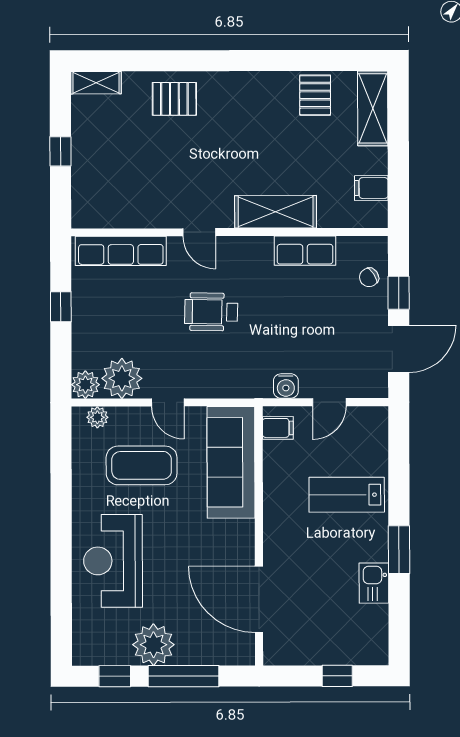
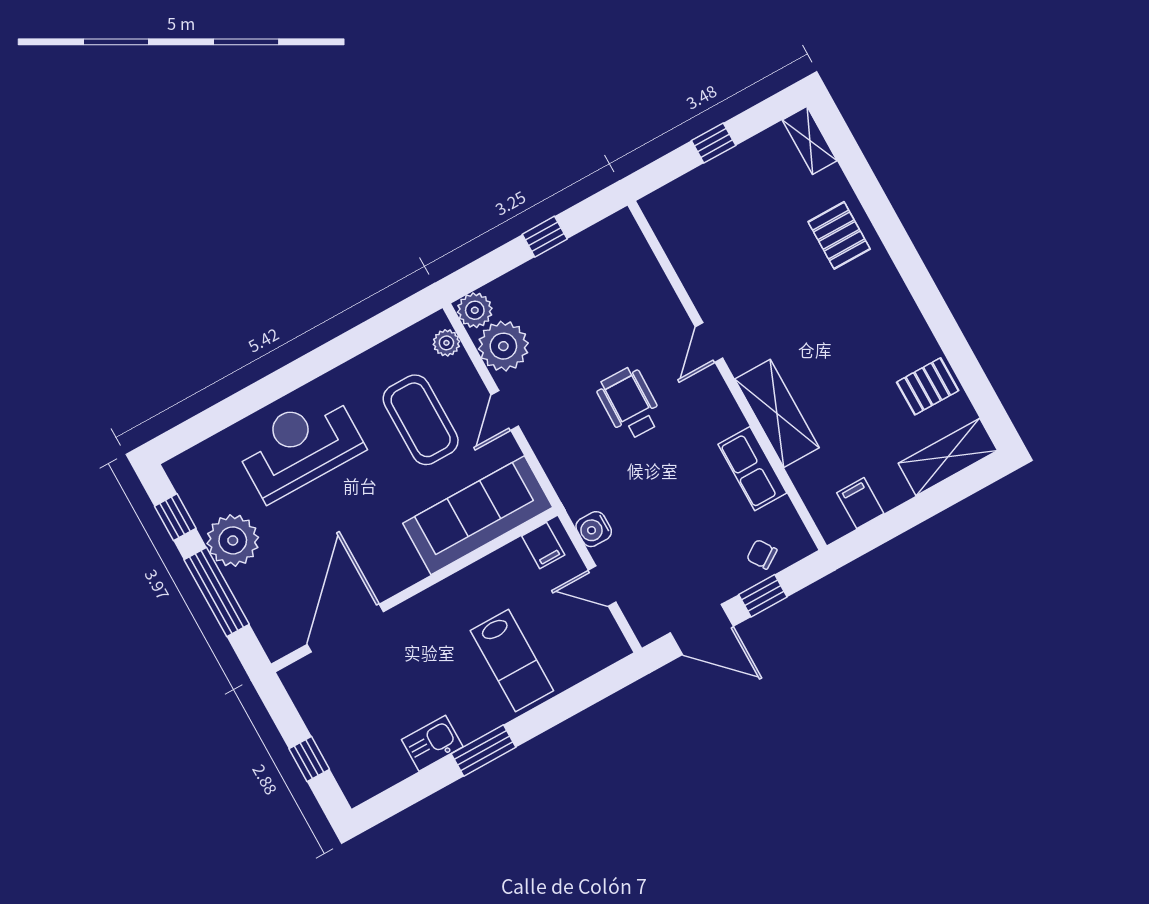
row of seats: (121, 251) -> (641, 268), removed
lab bench: (347, 495) -> (512, 661), turned 180

